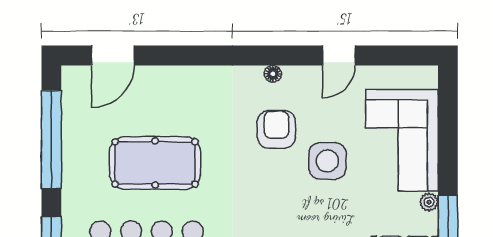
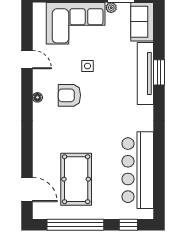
side table: (327, 161) -> (88, 66), width x0.54, depth x0.54
pool table: (155, 163) -> (76, 179), moved

